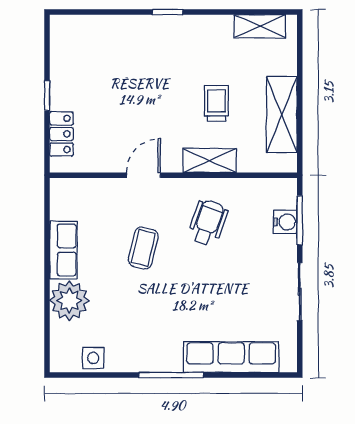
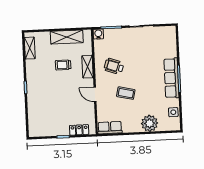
water cooler: (285, 222) -> (98, 34), moved
row of seats: (63, 250) -> (110, 128), moved
row of seats: (231, 357) -> (171, 78), moved

